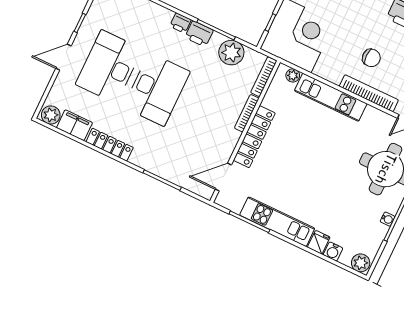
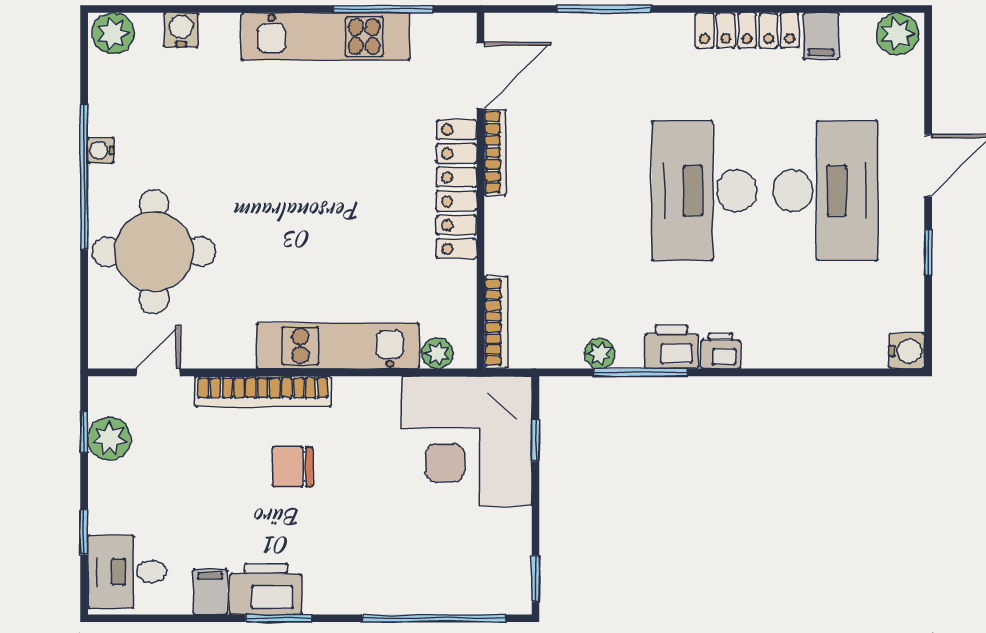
plant: (231, 53) -> (600, 354), width x0.53, depth x0.53
bookcase: (247, 113) -> (495, 152), moved
filing cabinet: (75, 125) -> (821, 36), width x0.50
fridge: (319, 242) -> (220, 35), removed

